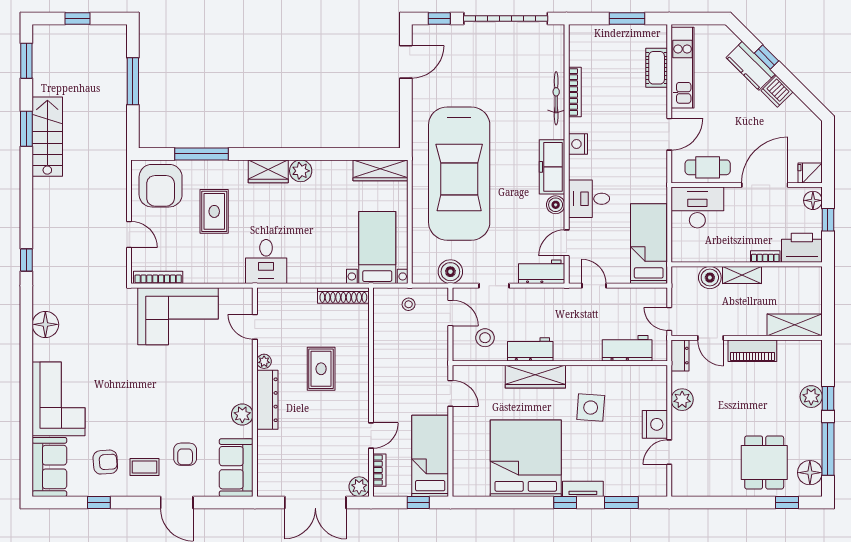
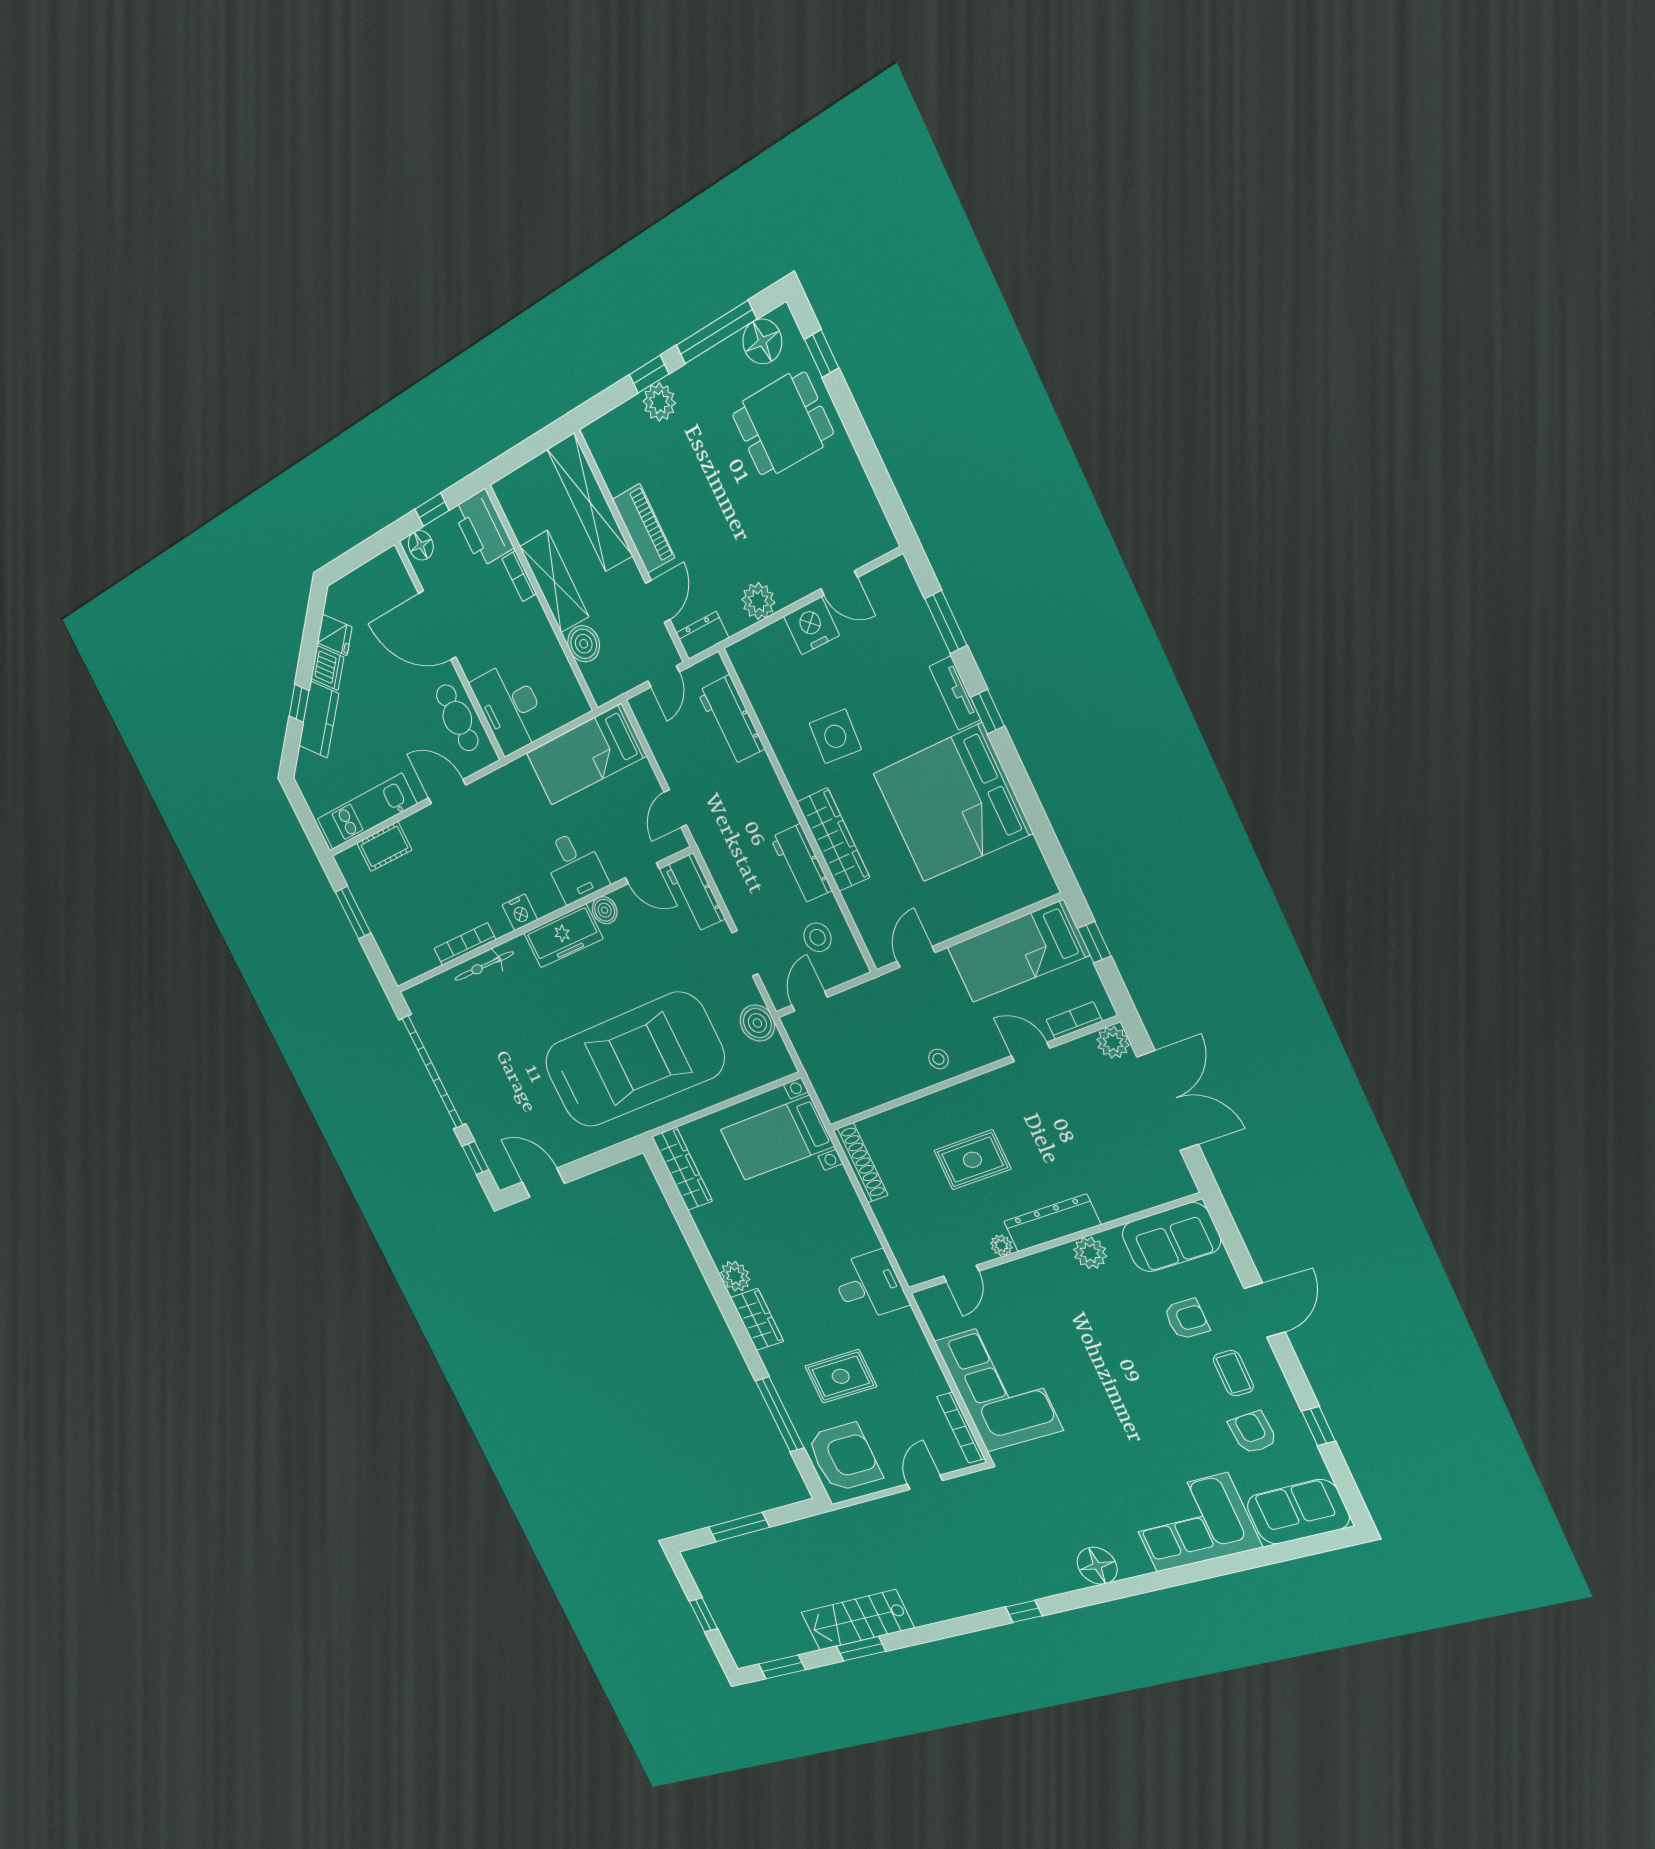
fridge: (810, 173) -> (335, 635), moved, turned -45
shelving: (742, 275) -> (554, 581), width x1.50, depth x1.33
stool: (409, 304) -> (939, 1059), moved
shelving: (795, 325) -> (590, 503), width x1.47

